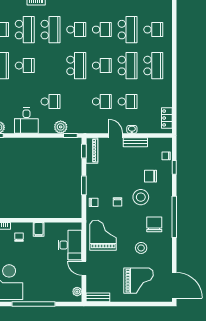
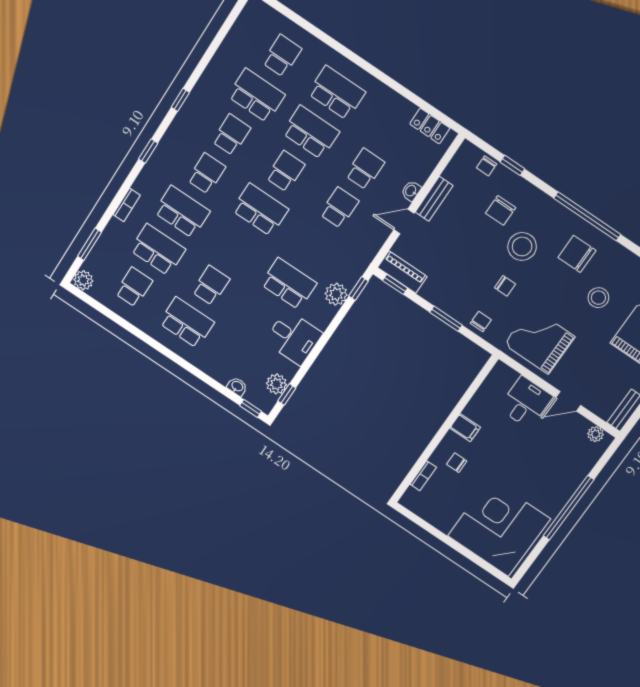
school desk: (51, 102) -> (289, 284), width x1.85
desk: (70, 245) -> (526, 402), width x0.73

